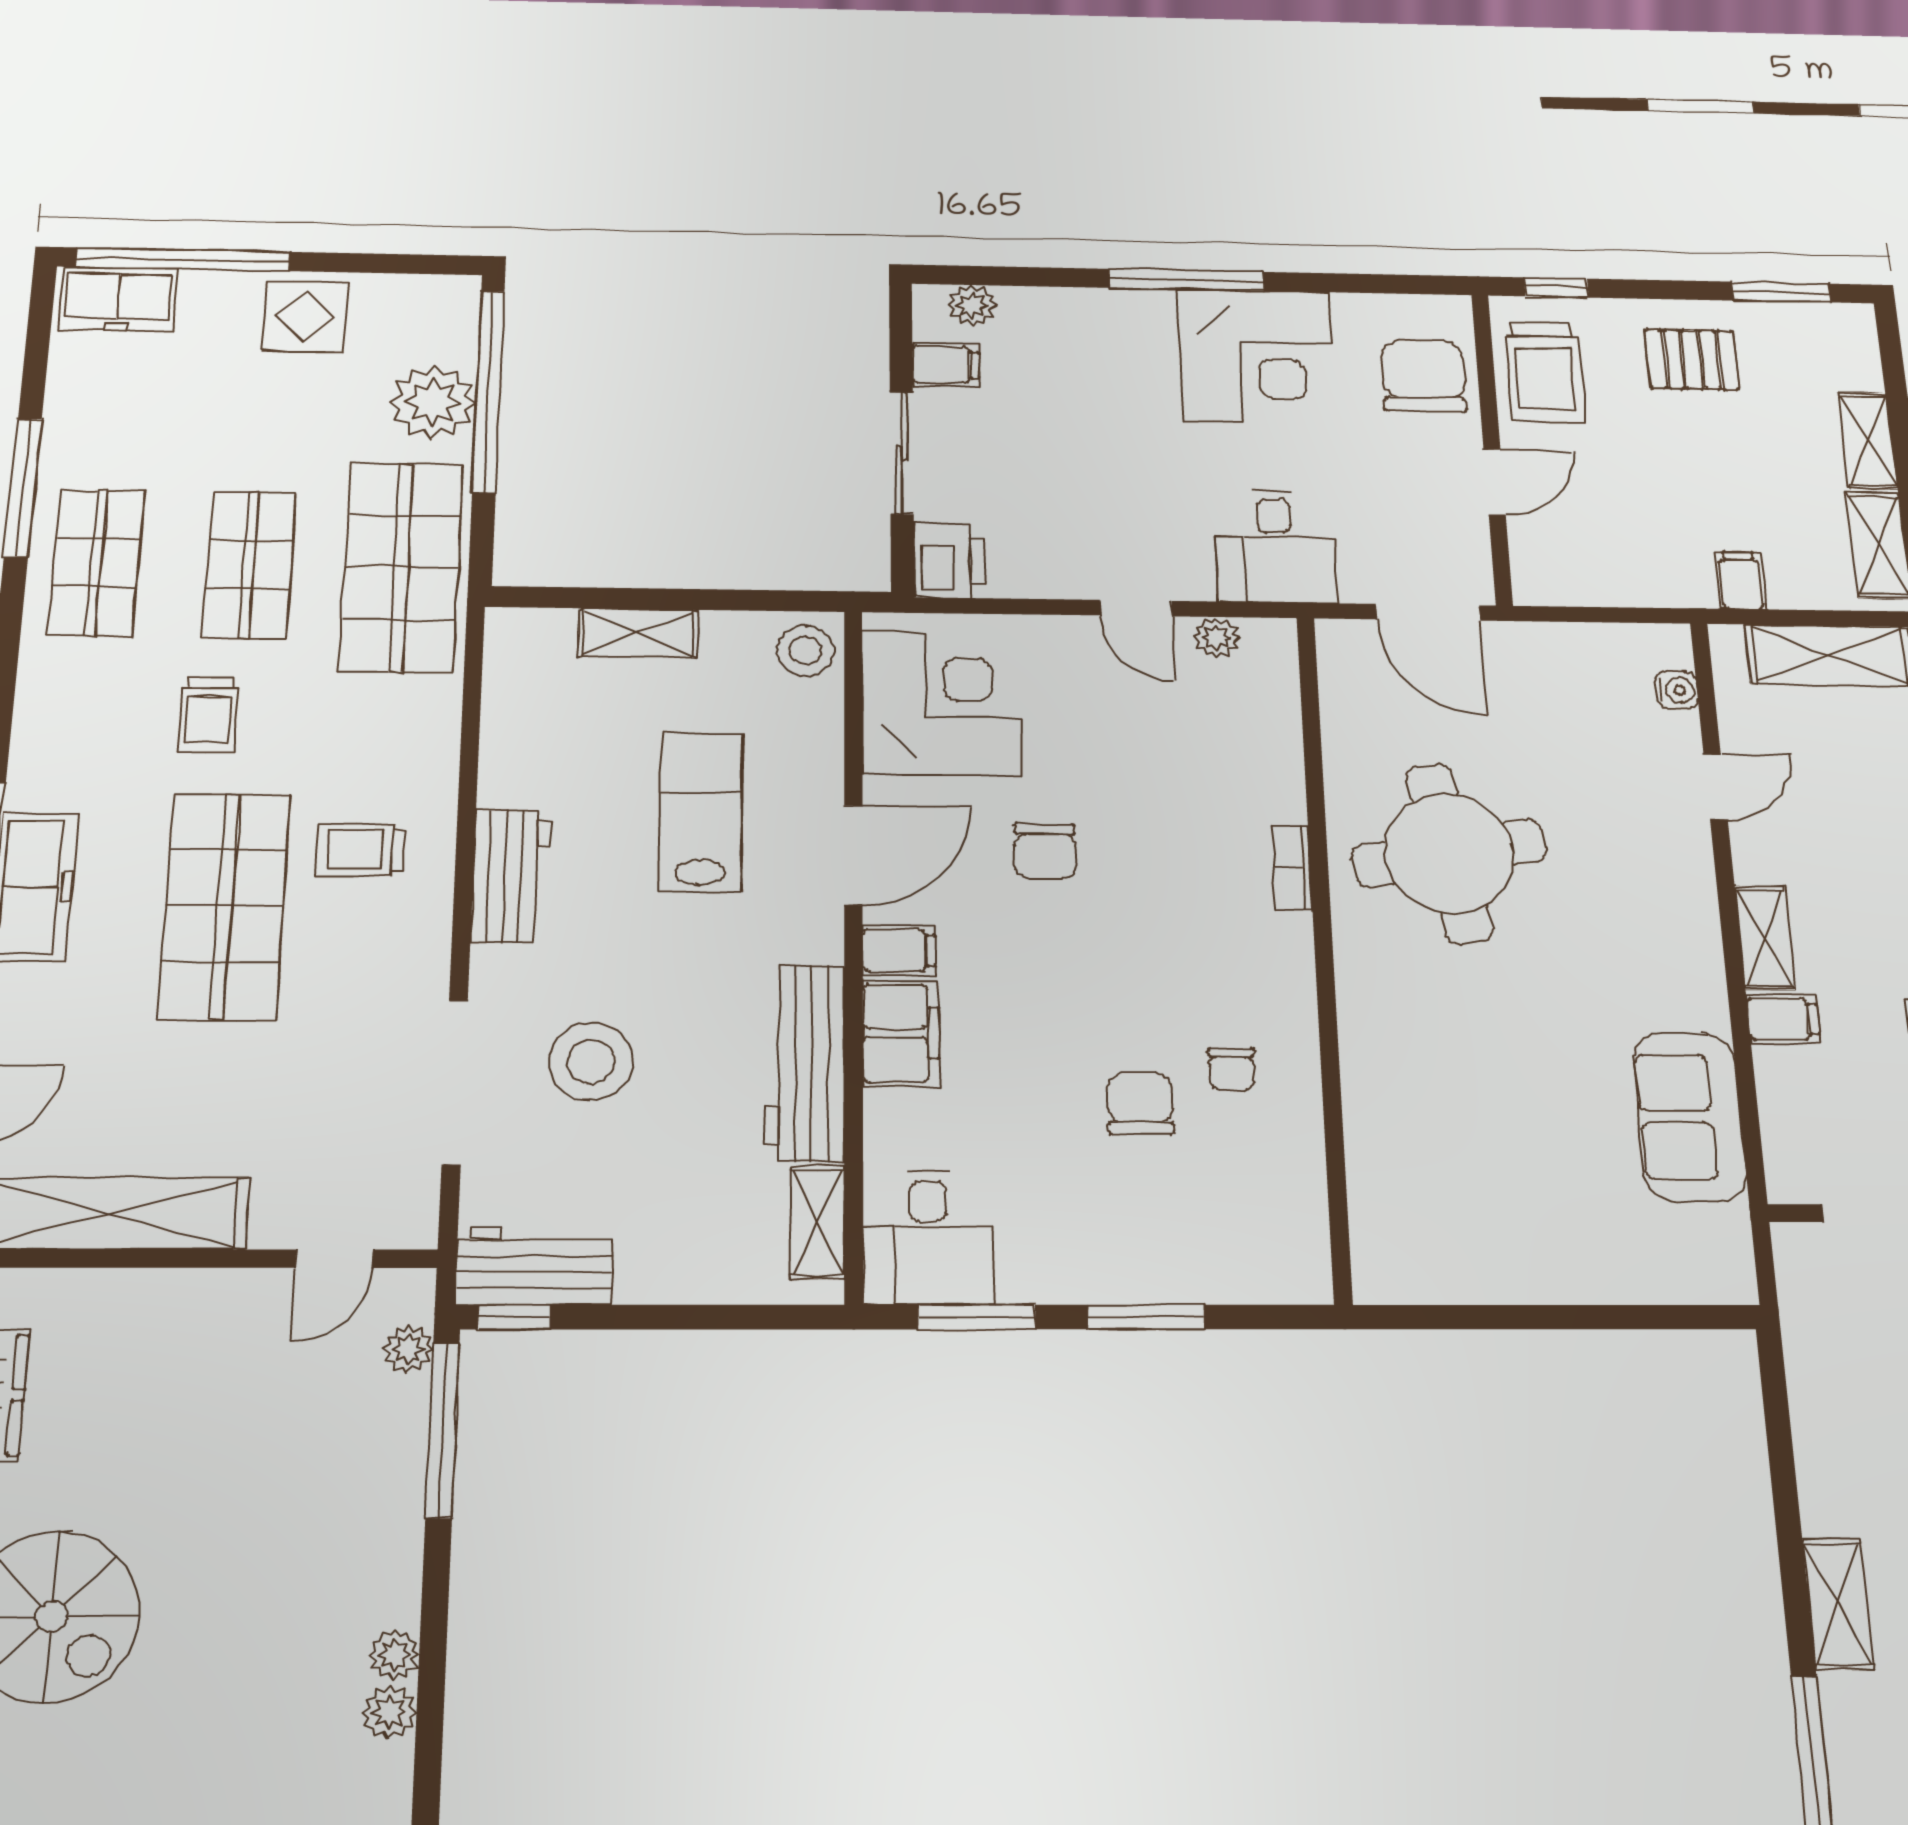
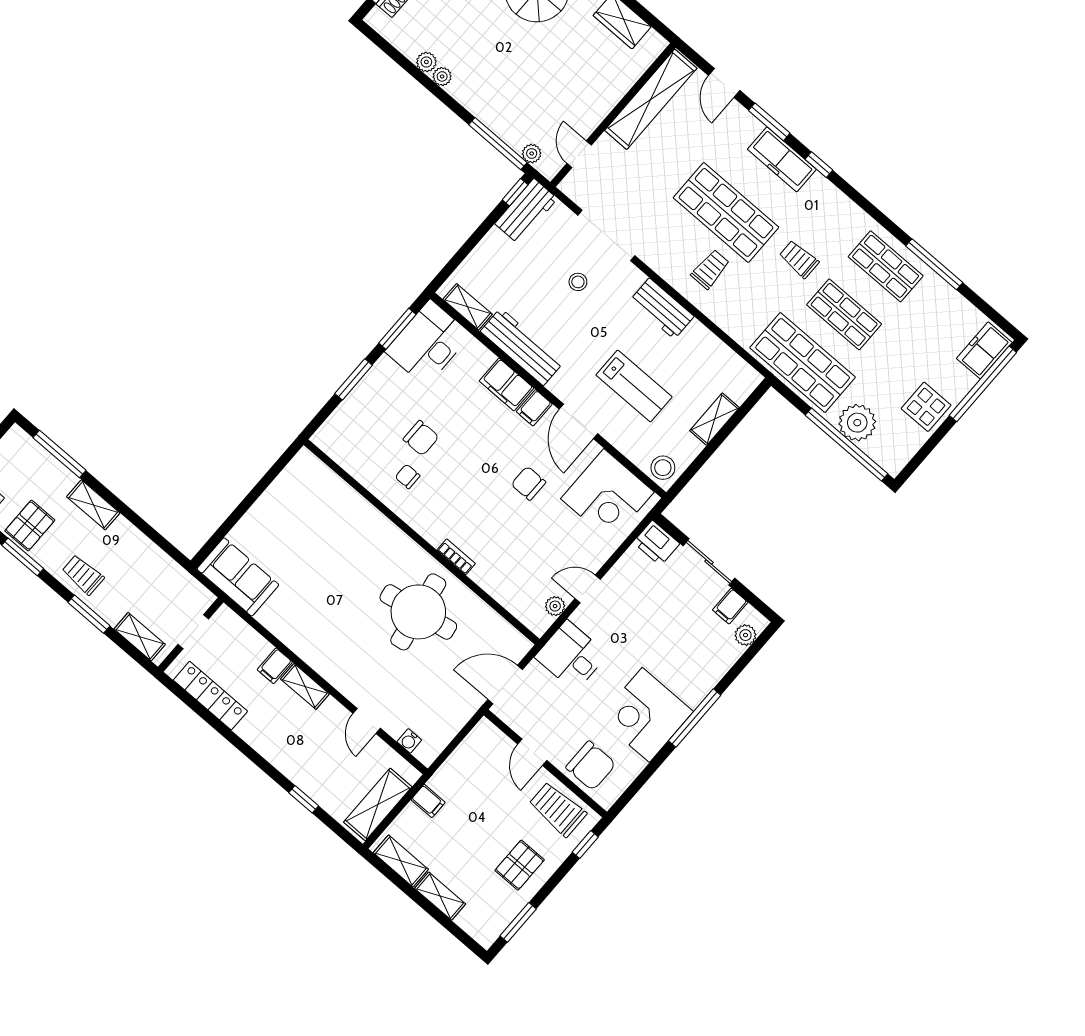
stool: (591, 1062) -> (578, 282), width x0.53, depth x0.53
sofa: (1689, 1117) -> (238, 577), moved
desk: (928, 1237) -> (428, 343), width x1.37

